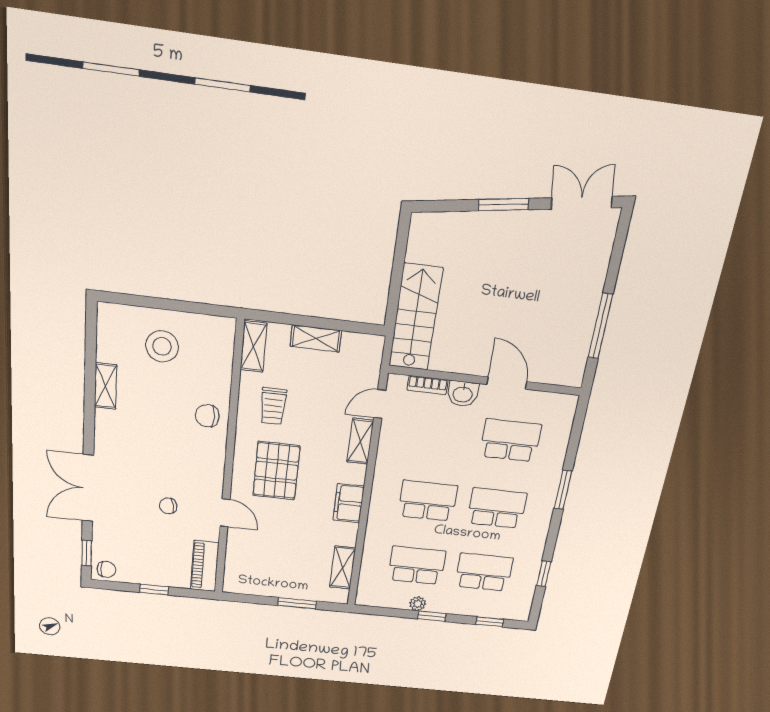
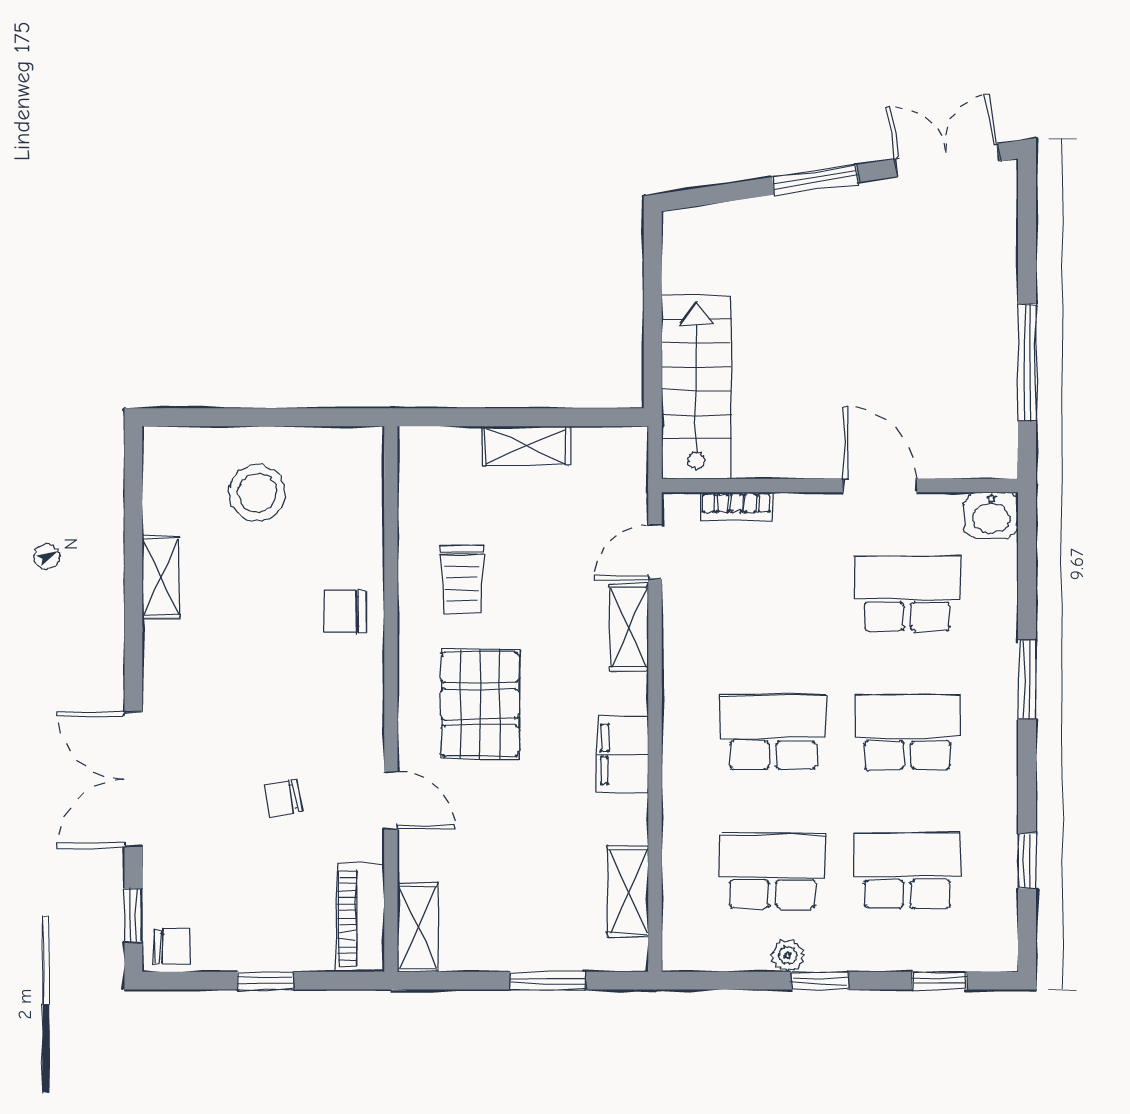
shelving: (253, 347) -> (417, 927), moved
washbasin: (463, 394) -> (991, 515), moved

